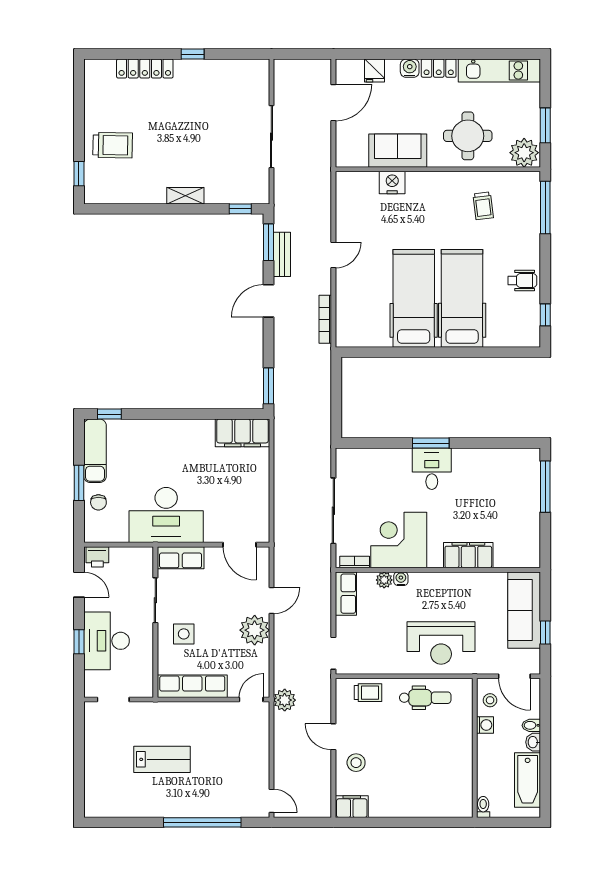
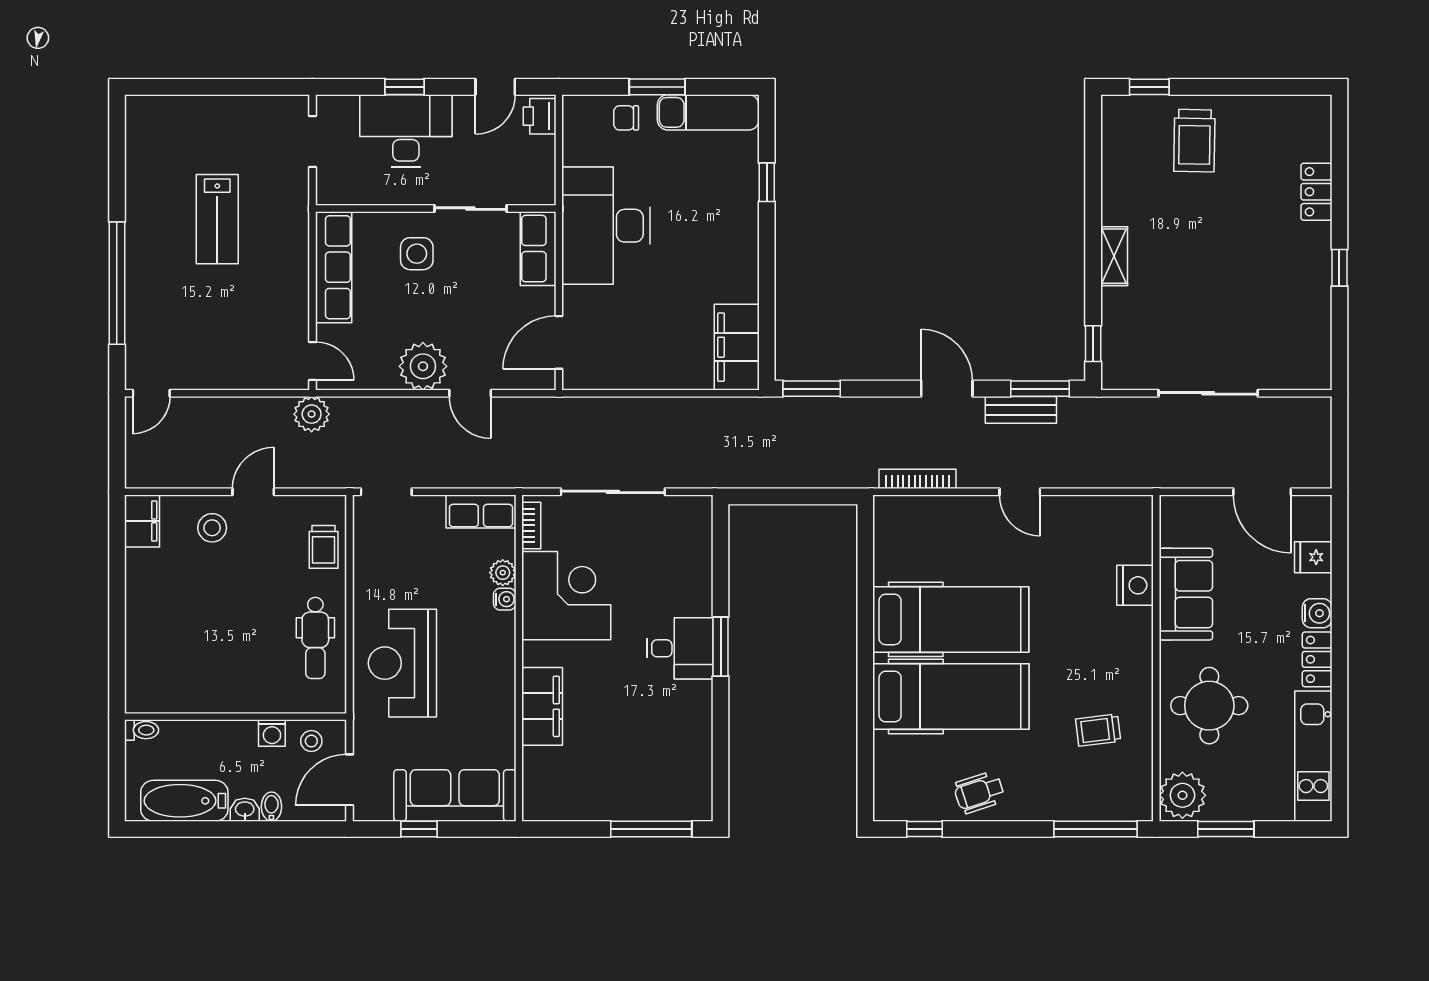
locker: (145, 69) -> (1316, 192), width x0.66
wheelchair: (522, 280) -> (979, 792), turned 72
window: (109, 414) -> (767, 182), moved

